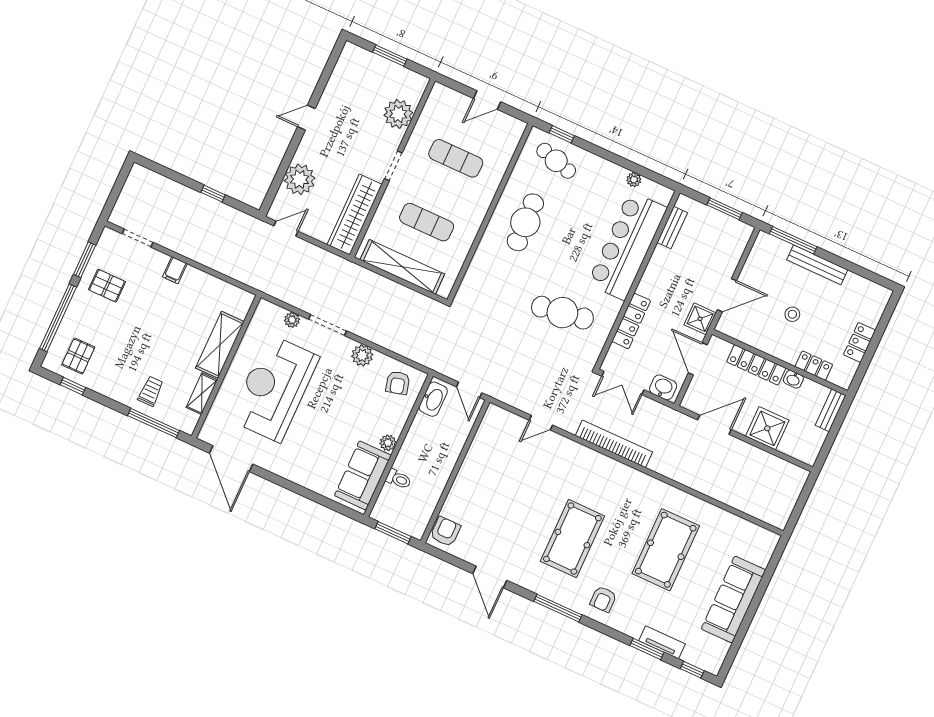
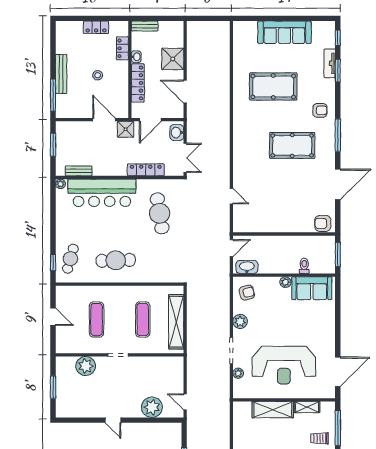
plant: (634, 180) -> (60, 184), moved
wardrobe: (355, 215) -> (158, 365), removed
bookcase: (614, 444) -> (224, 147), removed
door: (490, 577) -> (338, 184), width x1.36

